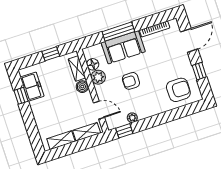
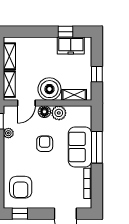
floor lamp: (93, 64) -> (44, 112), moved
window: (199, 71) -> (20, 214), moved
boiler: (82, 87) -> (49, 89), width x1.86, depth x1.86

